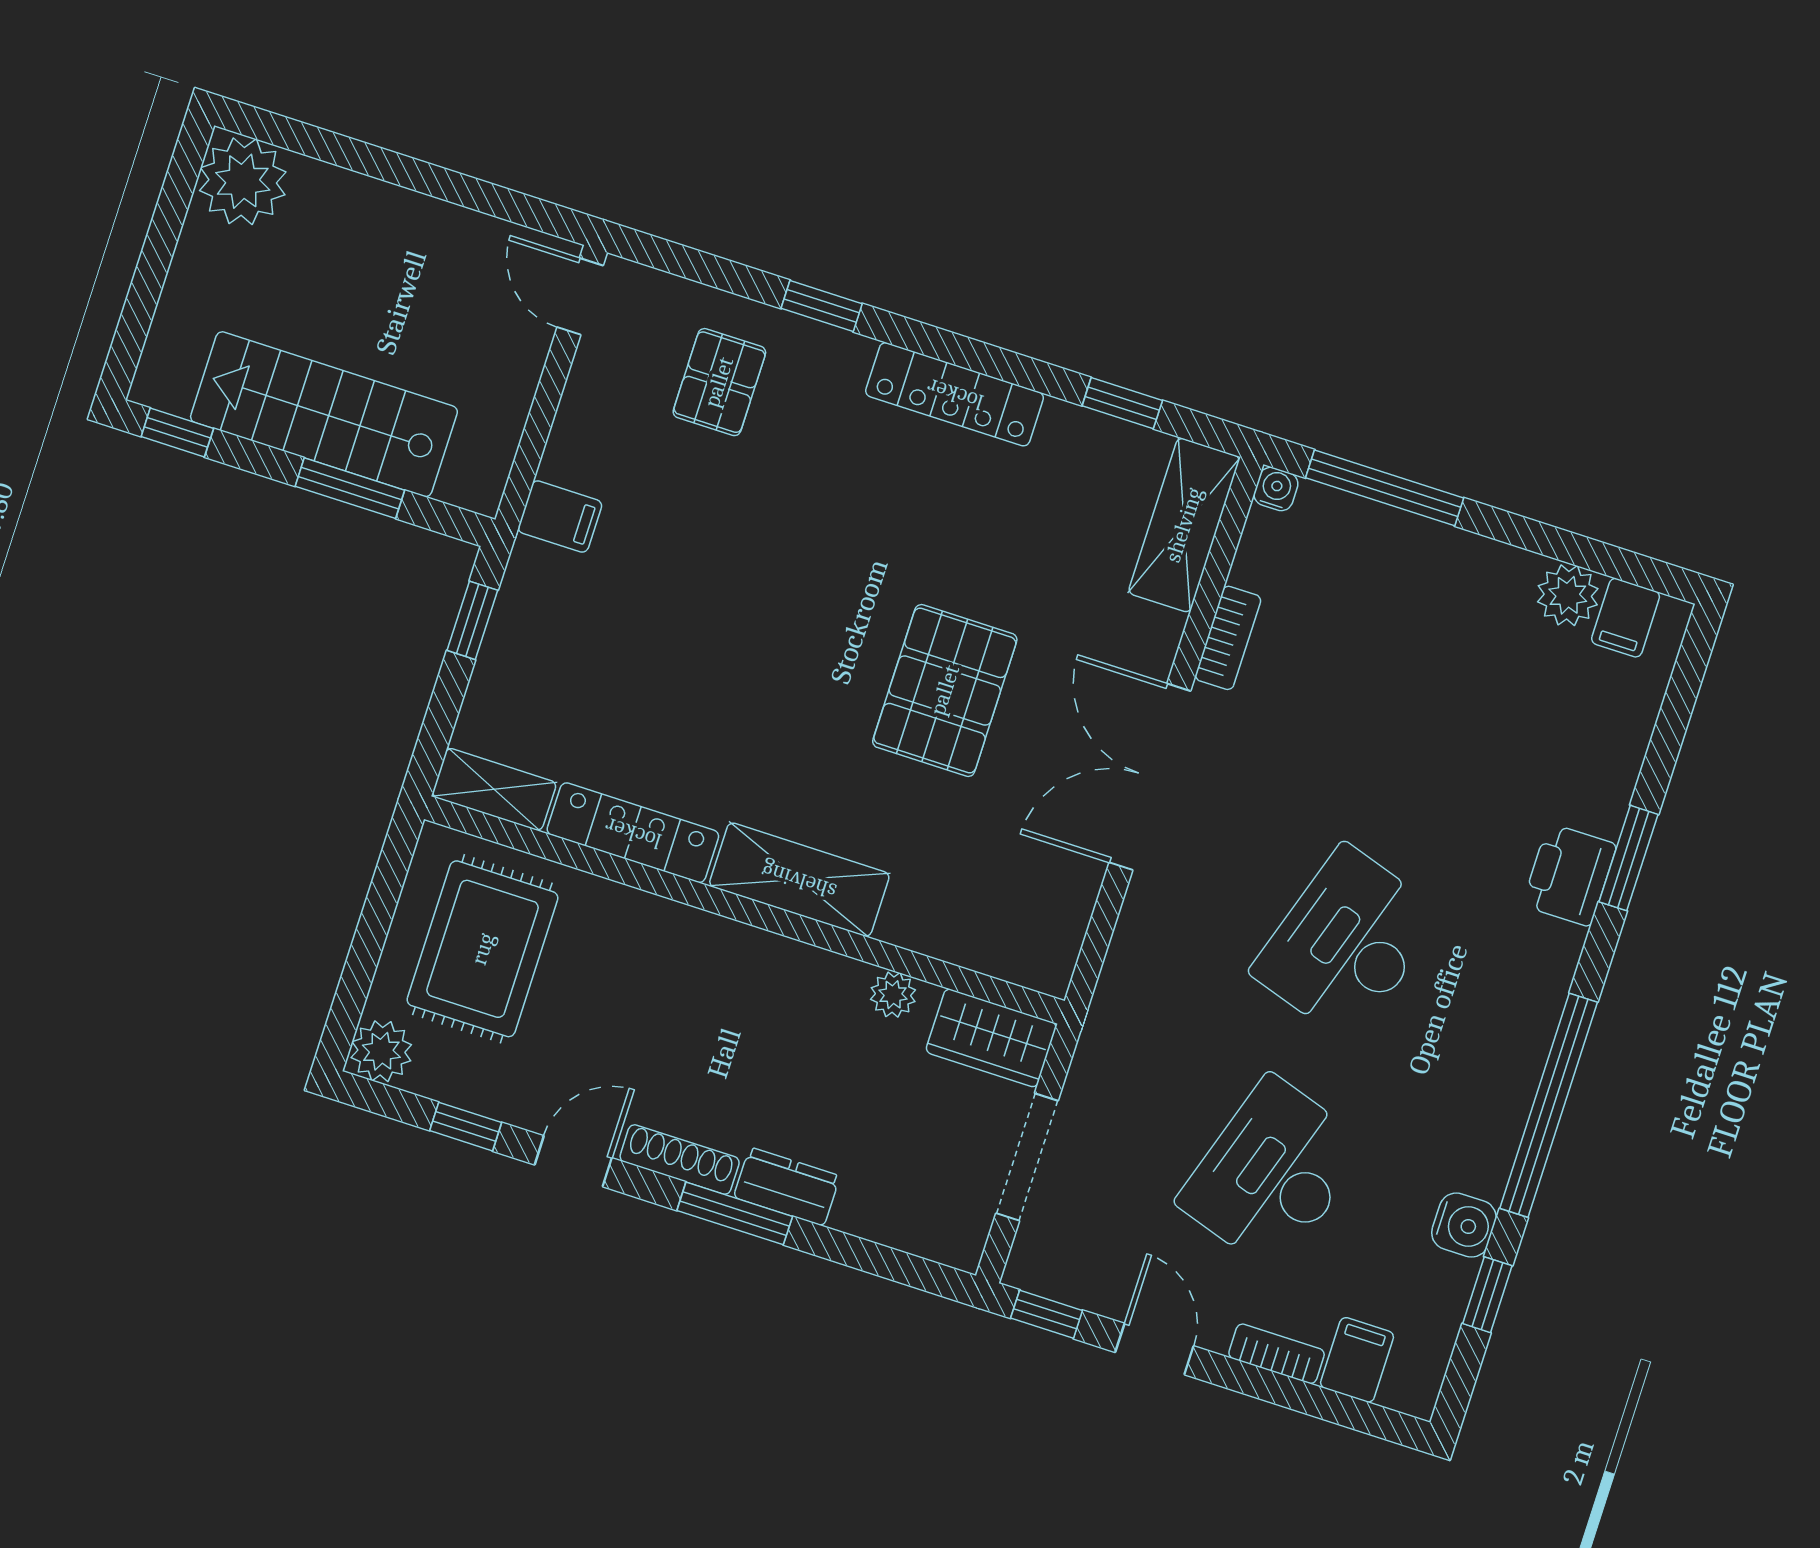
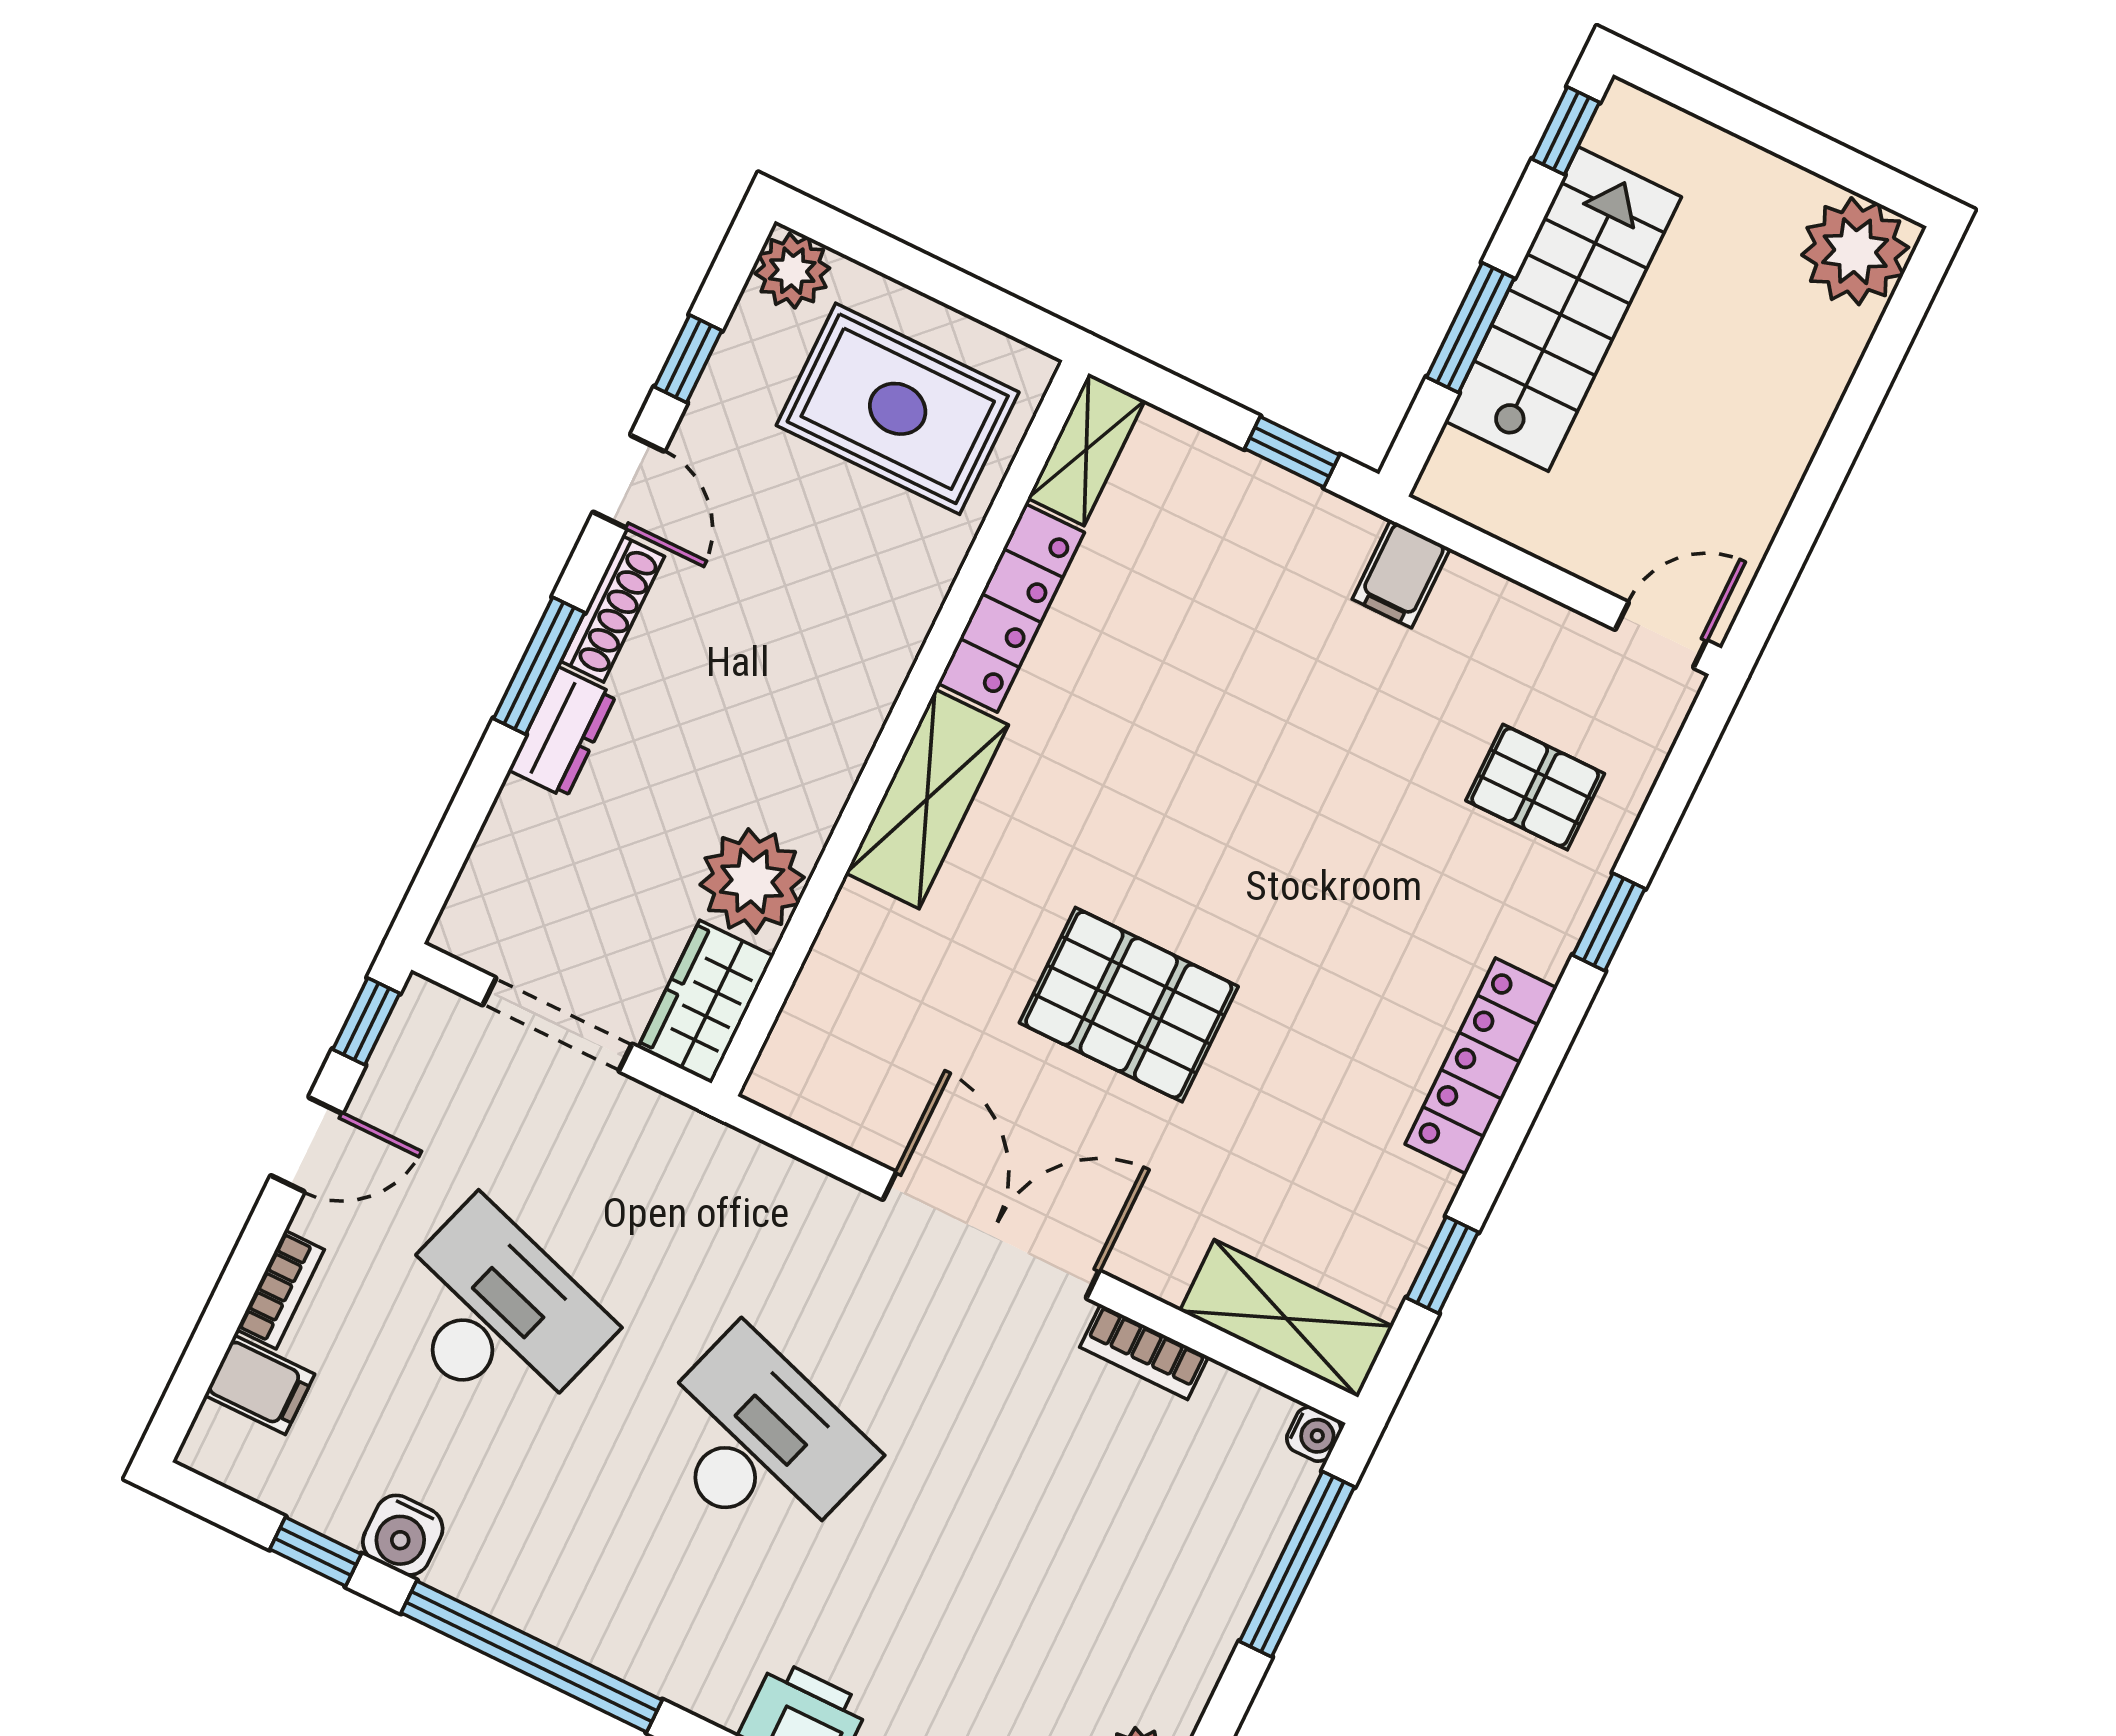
plant: (893, 995) -> (752, 881), width x1.88, depth x1.88

